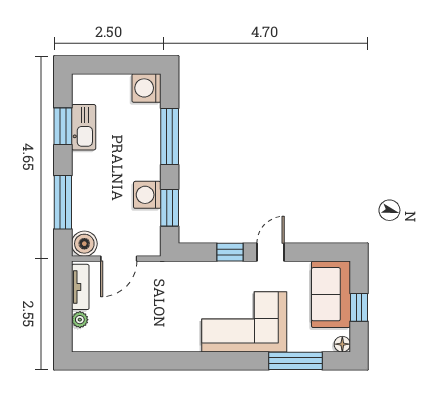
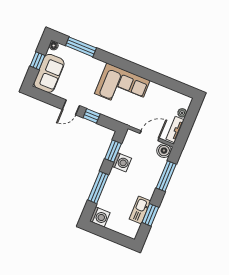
corner sofa: (244, 322) -> (122, 87), moved

